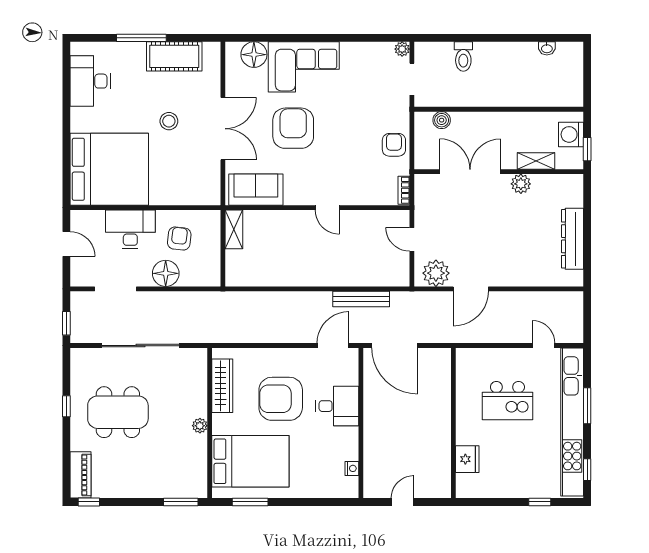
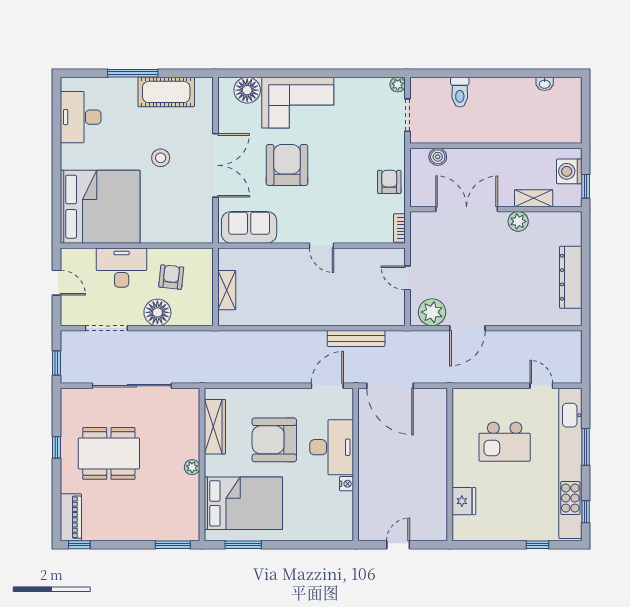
shelving: (234, 229) -> (227, 290), moved
desk: (337, 406) -> (332, 447), width x1.37
nightstand: (352, 468) -> (346, 484), moved

